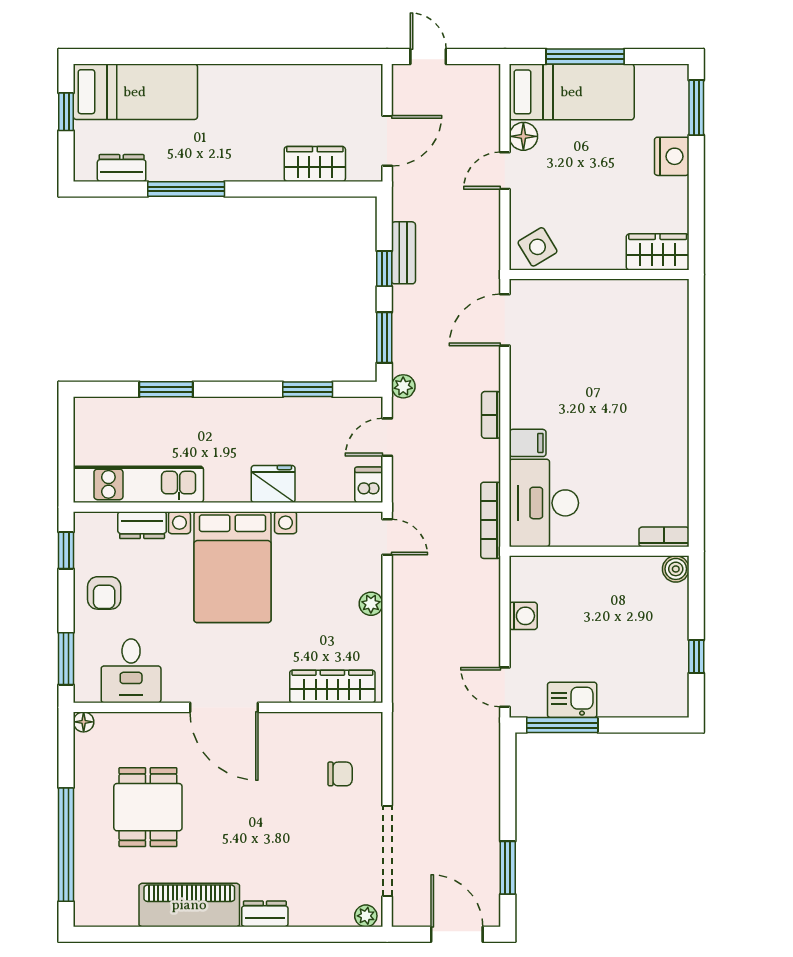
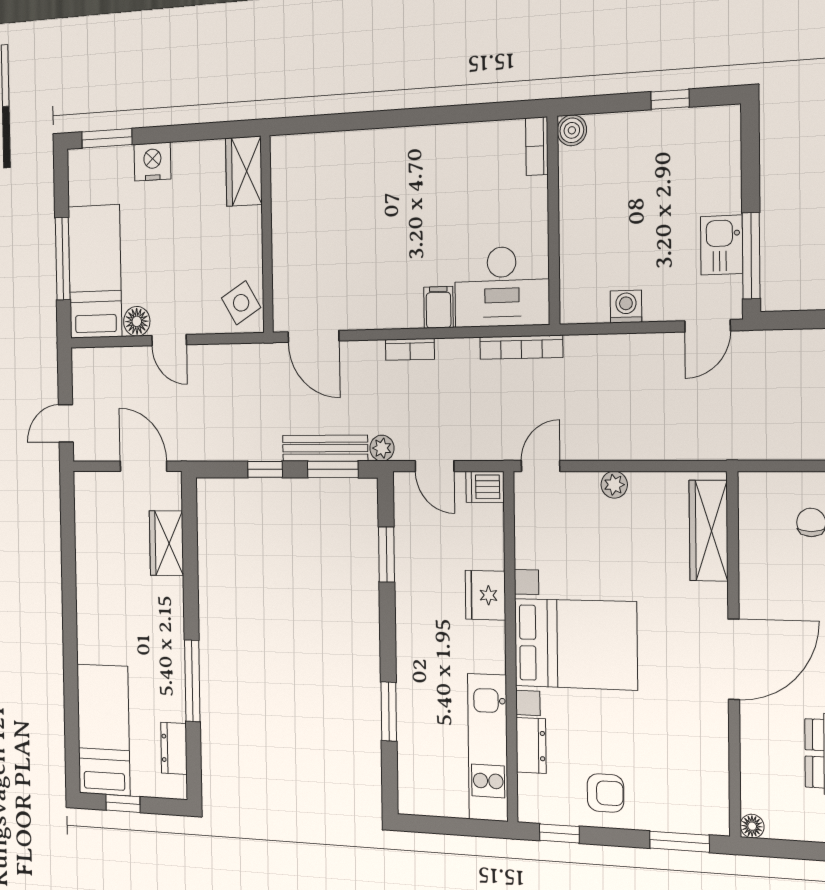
bench: (403, 253) -> (325, 448), moved, width x1.36
desk: (131, 671) -> (693, 767), removed

